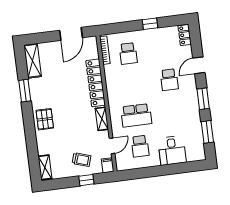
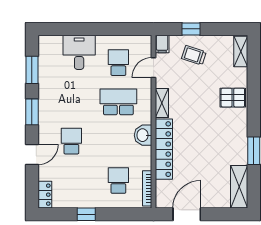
washbasin: (113, 92) -> (143, 135), added
pallet: (45, 119) -> (233, 98), moved, turned 90

